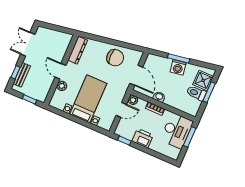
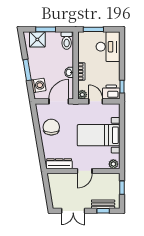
washing machine: (178, 67) -> (39, 85), moved
plant: (62, 86) -> (113, 164), moved
toilet: (196, 93) -> (67, 41), moved
desk: (177, 131) -> (108, 47), moved, turned 90
printer: (143, 138) -> (111, 92), moved, turned 90

